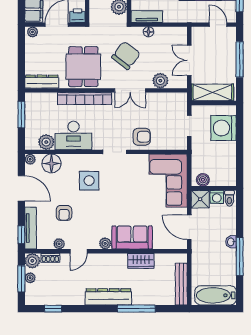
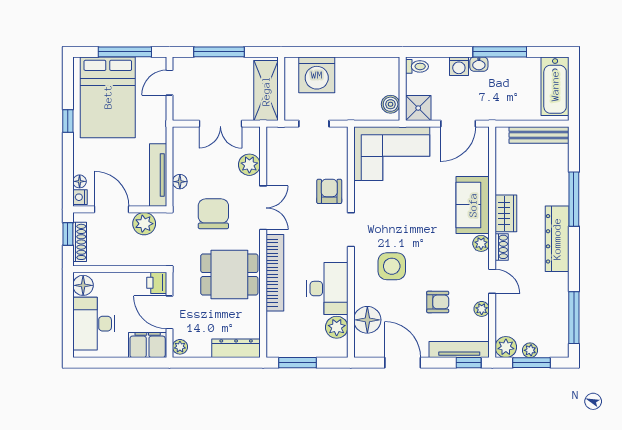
tv unit: (147, 17) -> (158, 175), width x1.41
chair: (126, 55) -> (213, 214), turned 52
dresser: (42, 82) -> (236, 348), moved, turned 90
plant: (30, 159) -> (361, 350), removed
door: (21, 188) -> (403, 363), hinge flipped
washing machine: (217, 197) -> (459, 66), moved, turned 90
shoe rack: (50, 258) -> (502, 247), moved
wardrobe: (141, 261) -> (506, 213), moved
window: (53, 309) -> (574, 318), width x2.17

